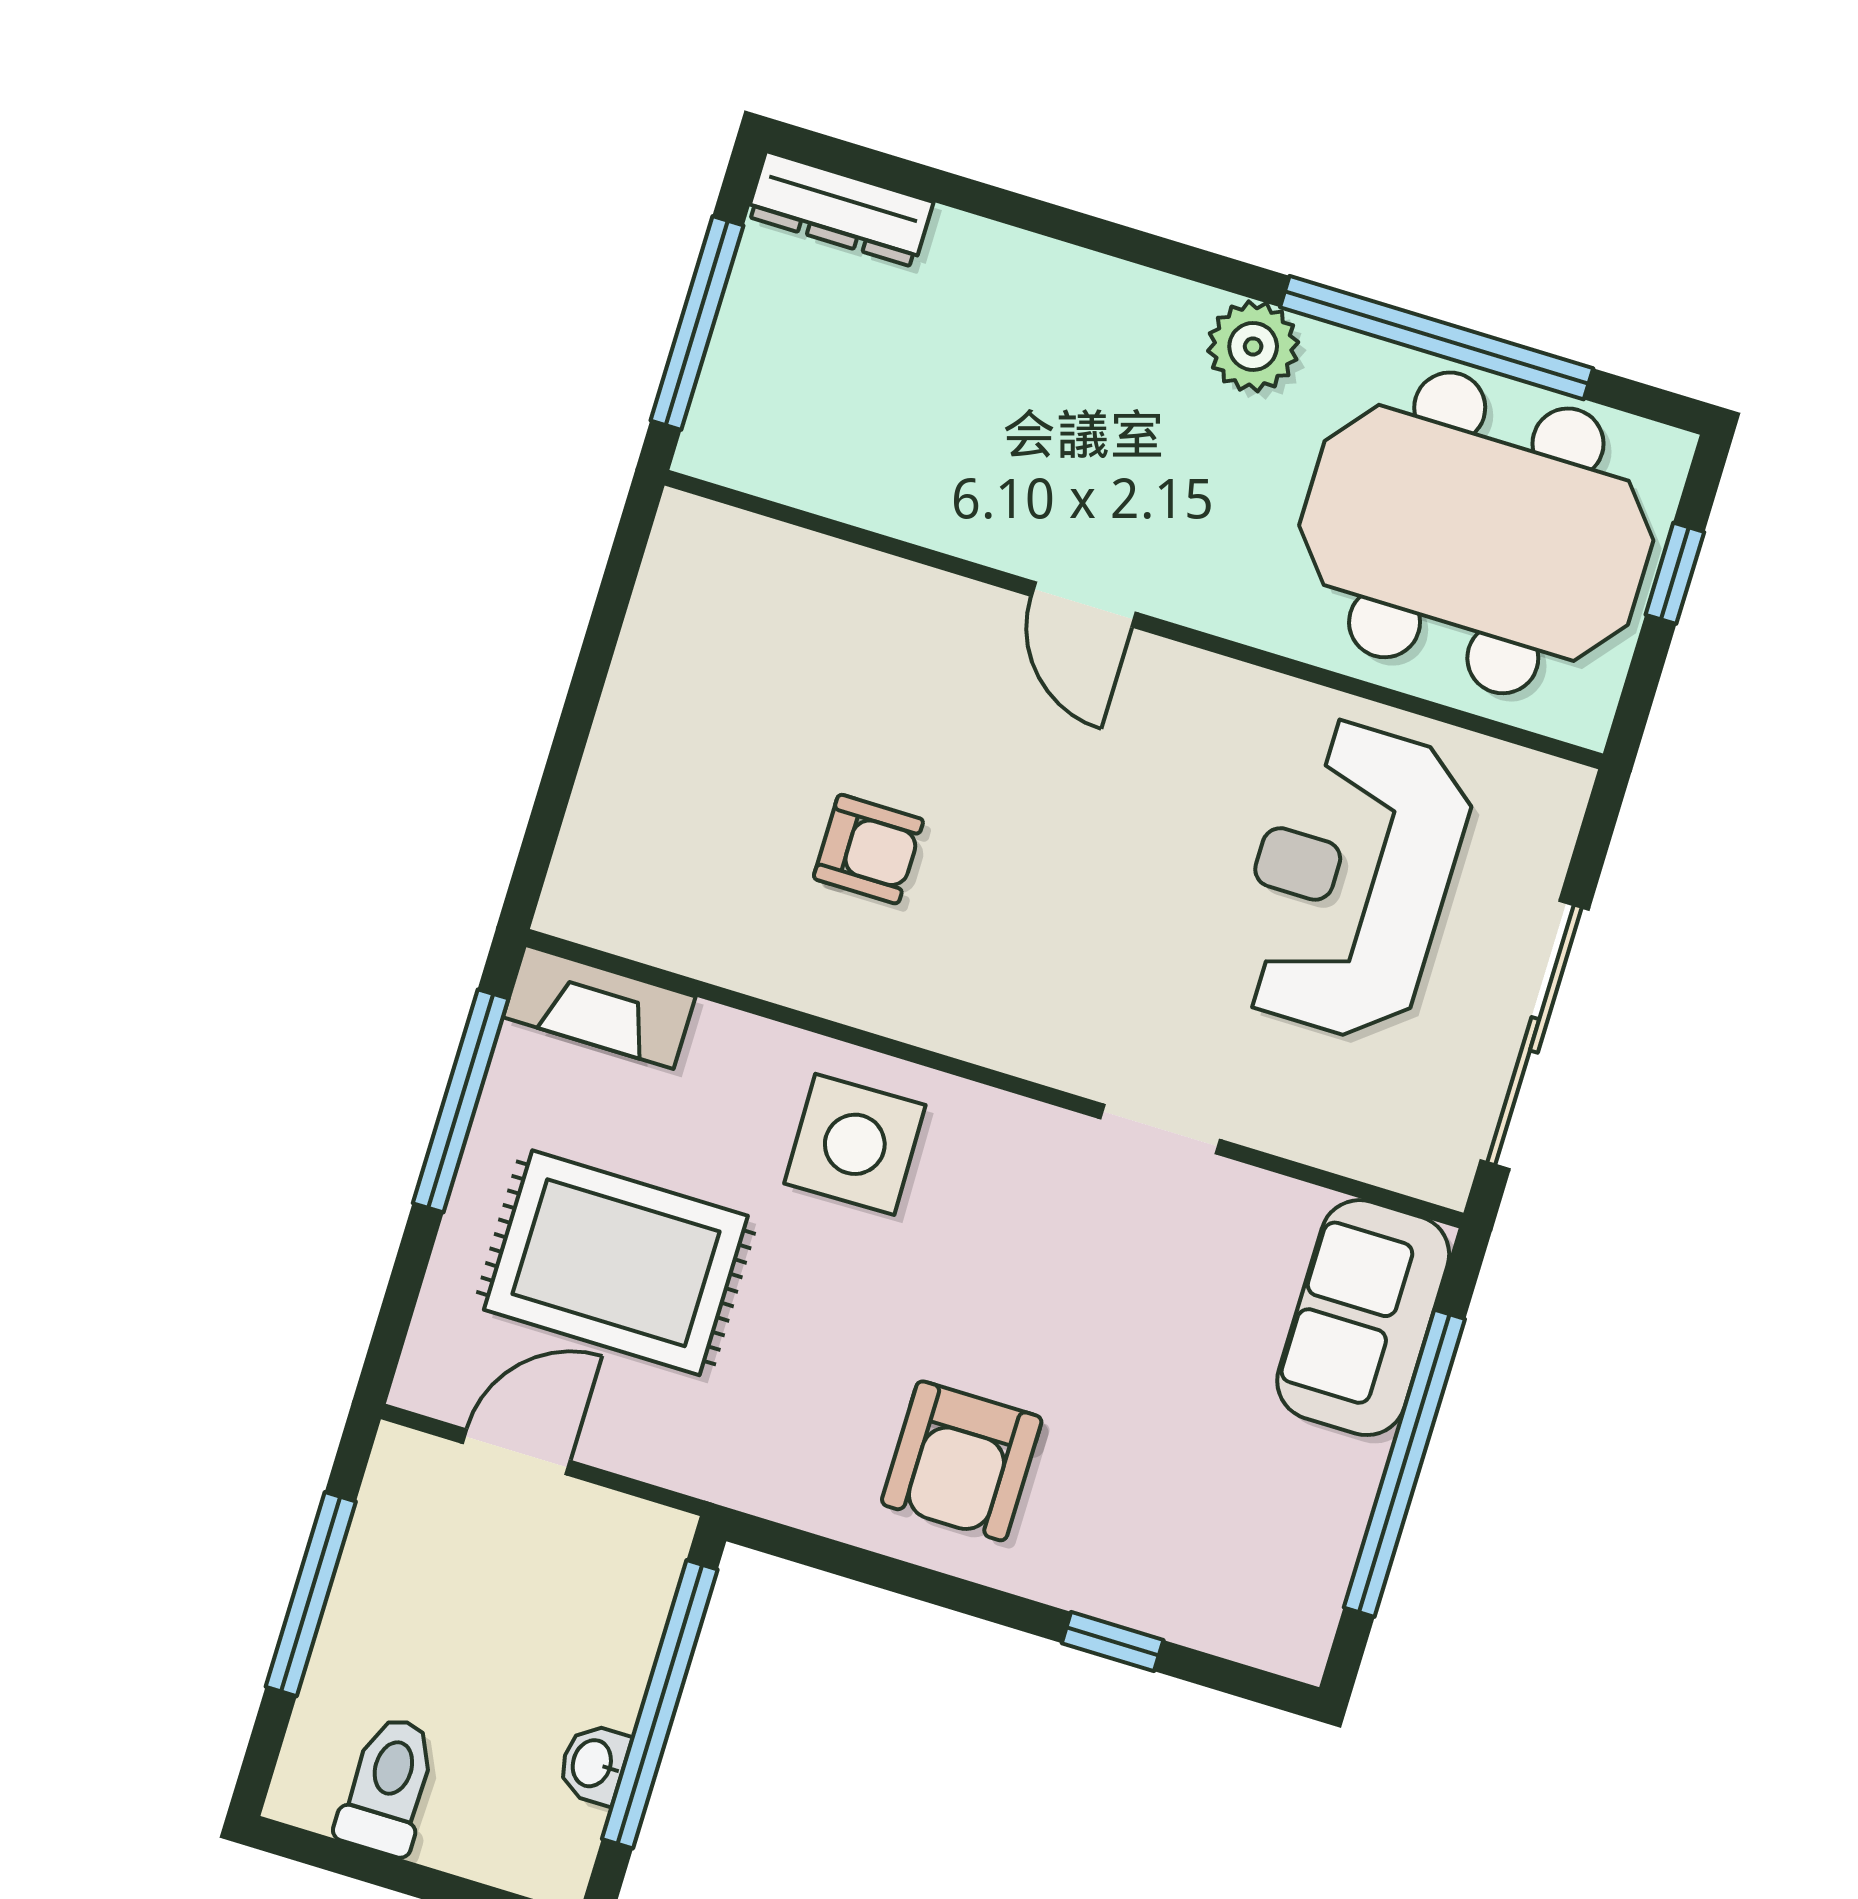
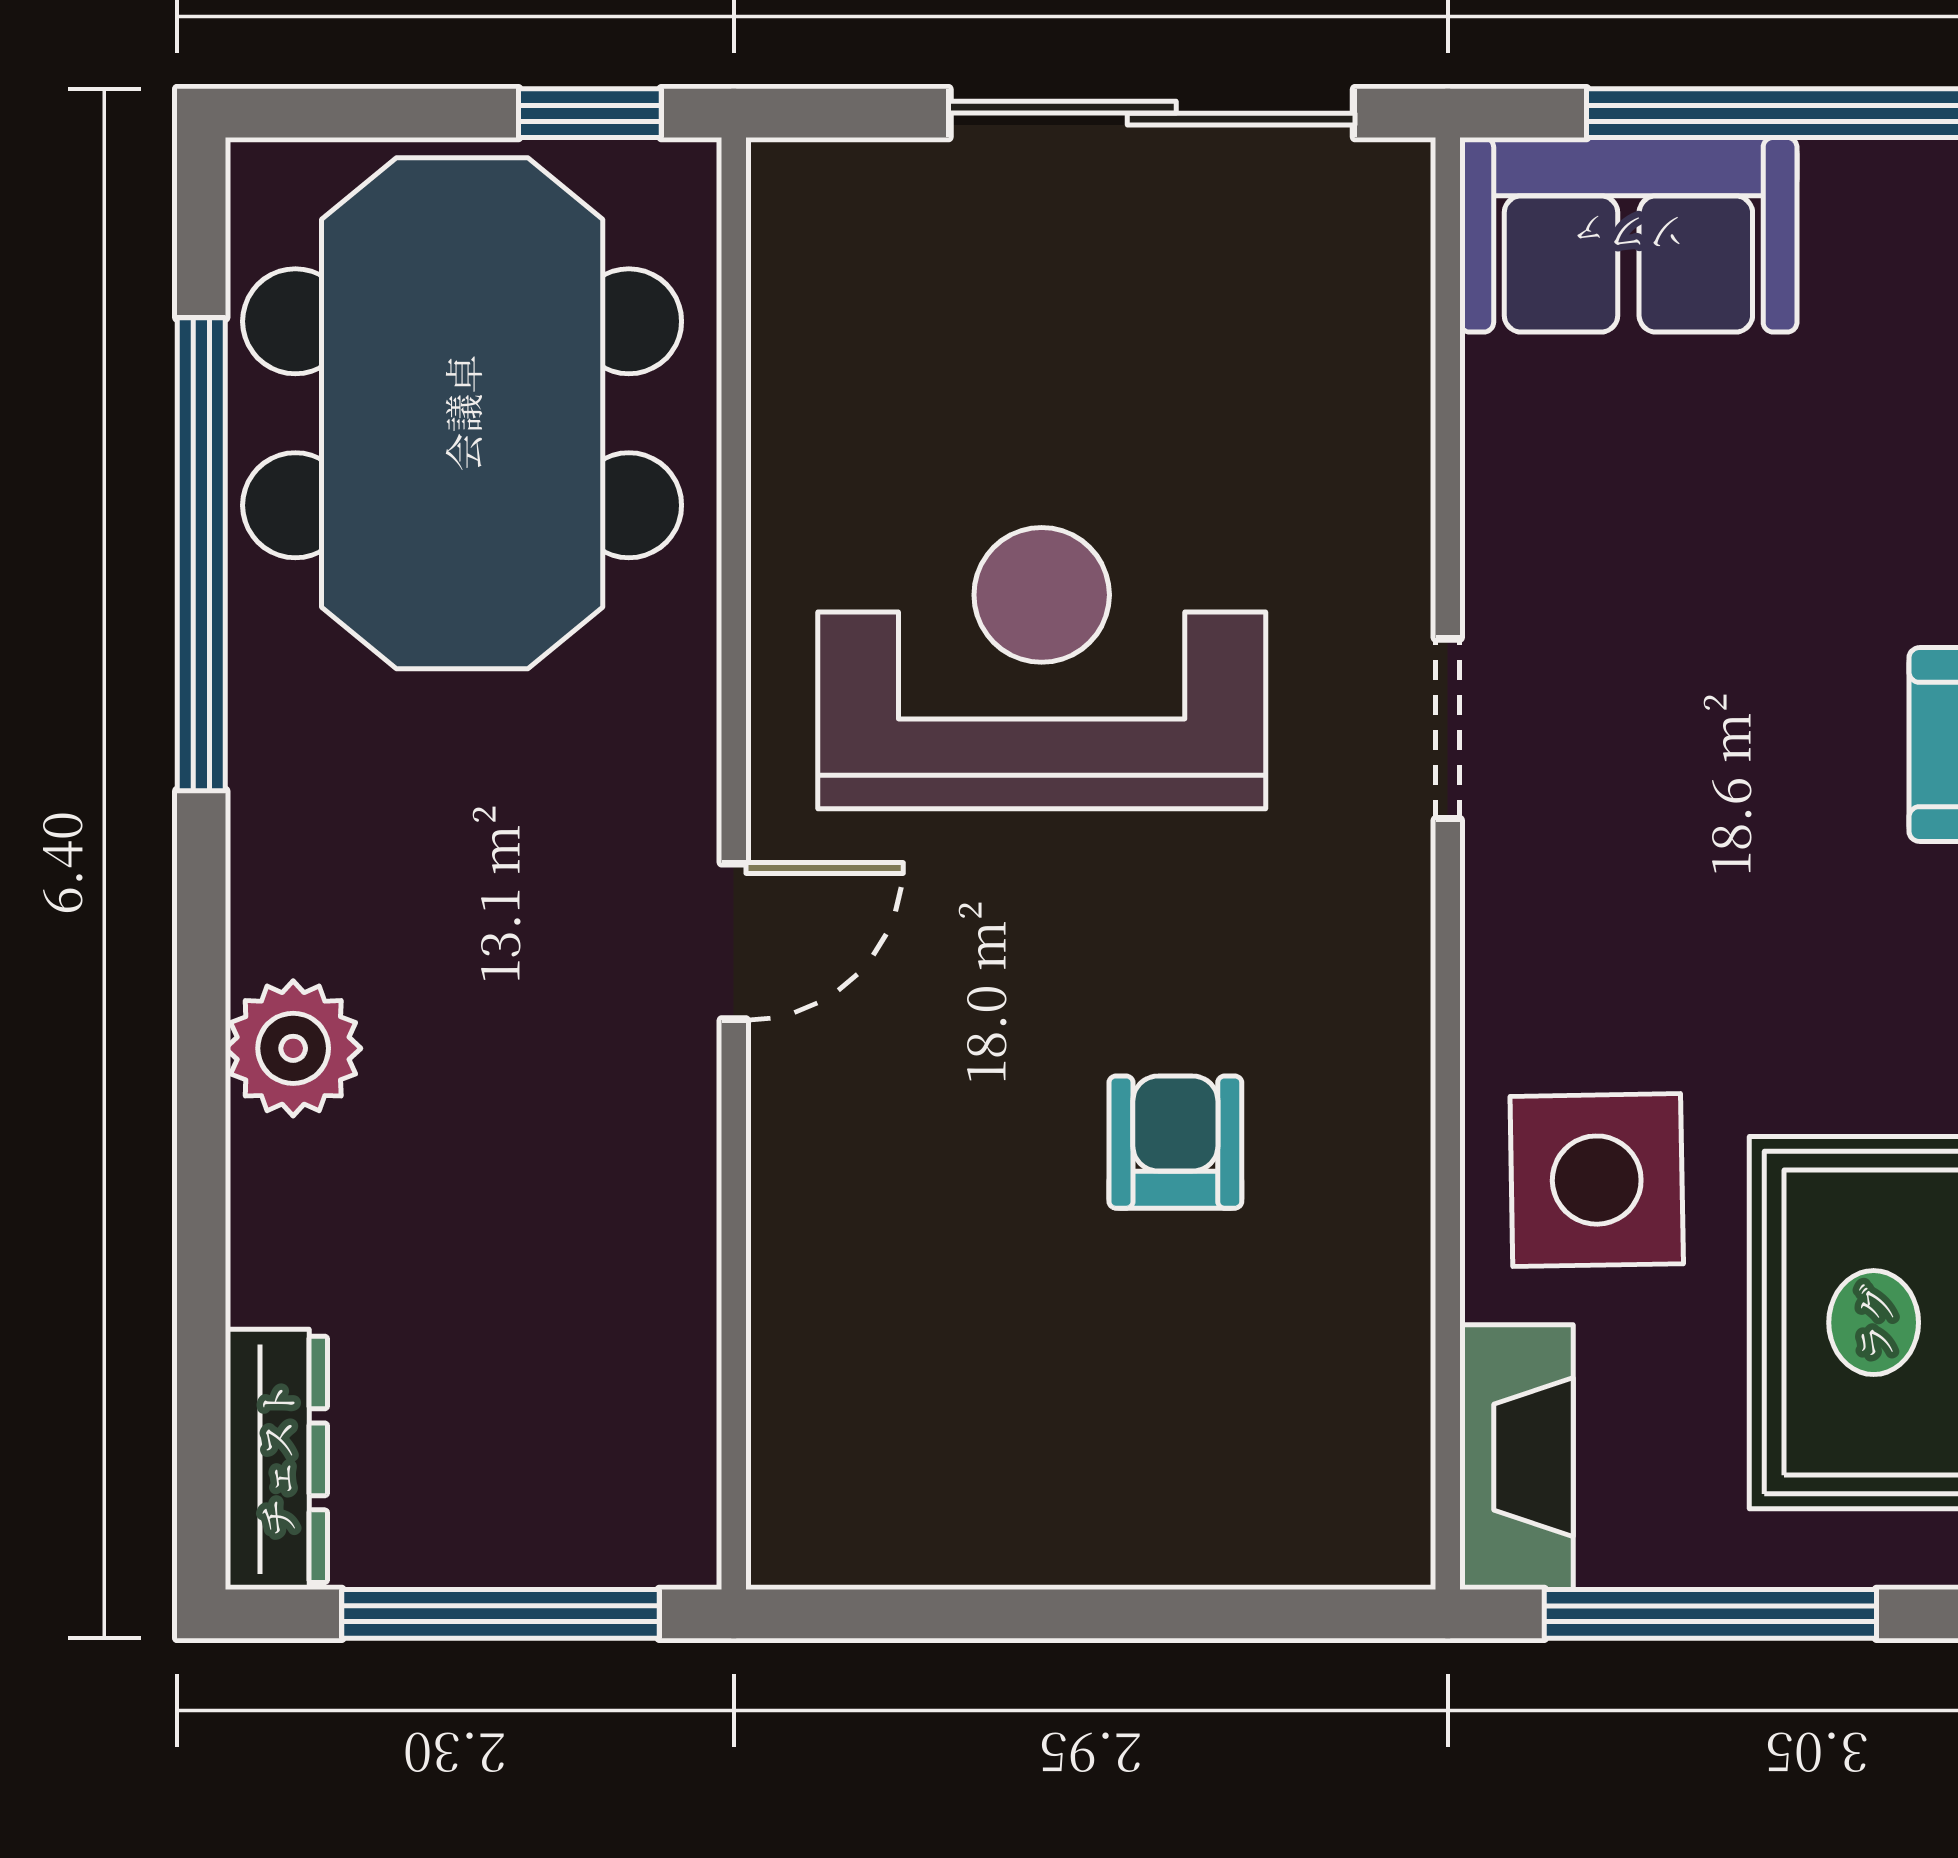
plant: (1253, 346) -> (293, 1048), moved
window: (1675, 573) -> (590, 113), moved
reception desk: (1350, 880) -> (1042, 668), moved, turned 180
doorway: (1160, 1129) -> (1448, 729), moved
side table: (855, 1144) -> (1597, 1180), moved

